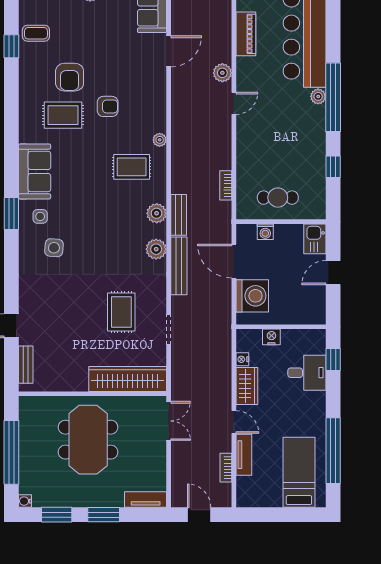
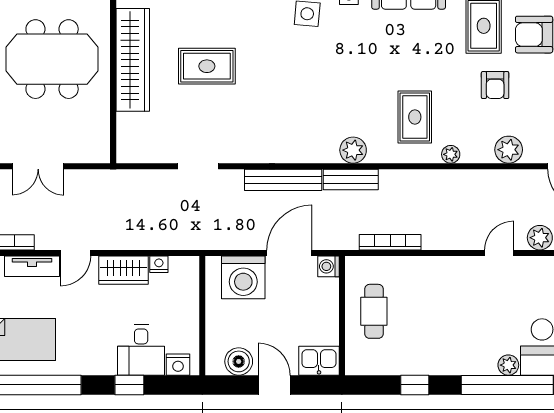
door: (234, 103) -> (499, 253), swing flipped
bookcase: (226, 185) -> (390, 242), width x1.56
washing machine: (265, 232) -> (328, 266), moved
plant: (156, 249) -> (509, 150), moved
boiler: (315, 299) -> (239, 361), added
rug: (121, 312) -> (207, 66), moved
nightstand: (271, 337) -> (178, 365), moved, turned 90
window: (333, 359) -> (129, 385), moved
wardrobe: (128, 379) -> (133, 60), moved
double door: (169, 421) -> (38, 166), moved

